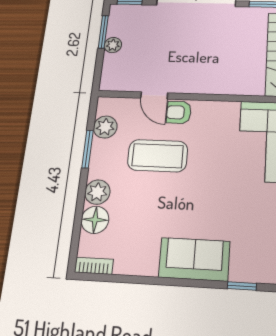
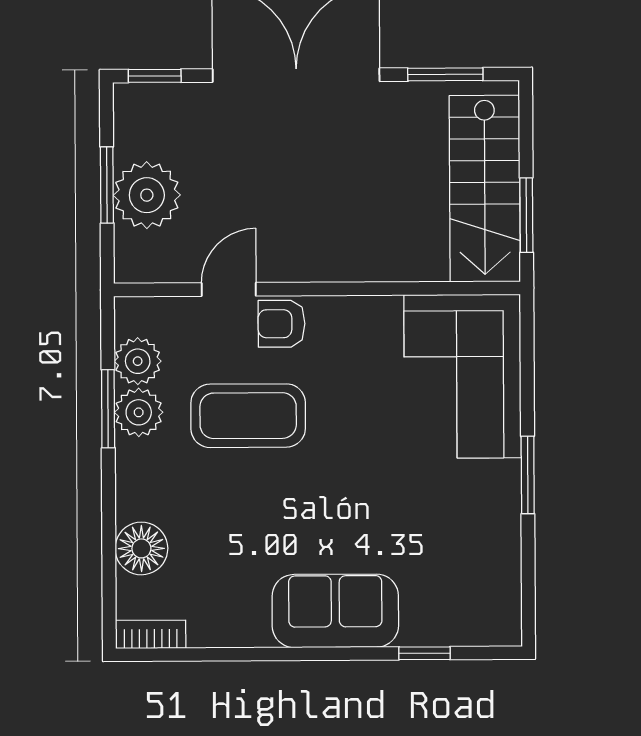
window: (103, 32) -> (107, 185), moved
plant: (113, 45) -> (147, 195), width x1.87, depth x1.87
door: (154, 95) -> (229, 289), swing flipped
plant: (97, 192) -> (139, 412), moved

